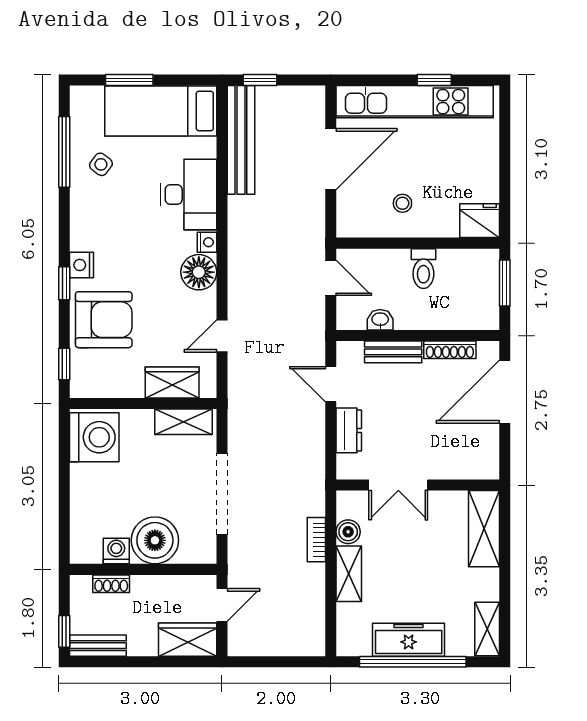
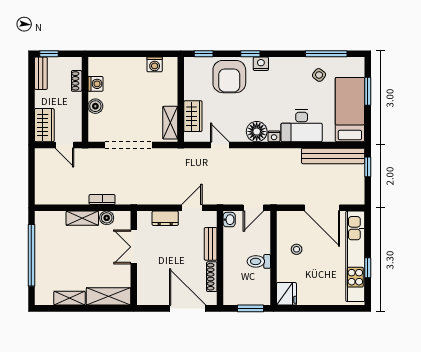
washbasin: (380, 320) -> (229, 220), moved
washing machine: (94, 437) -> (155, 64), width x0.53, depth x0.53
boiler: (155, 540) -> (95, 106), width x0.54, depth x0.54
shelving: (487, 629) -> (70, 298), moved
freezer: (409, 640) -> (44, 253), removed

